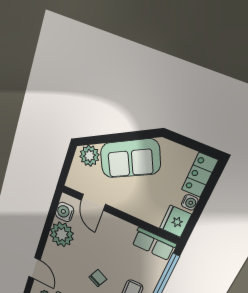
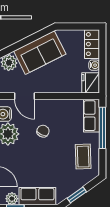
row of seats: (154, 244) -> (91, 116), moved, turned 90
chair: (98, 278) -> (43, 131), moved

